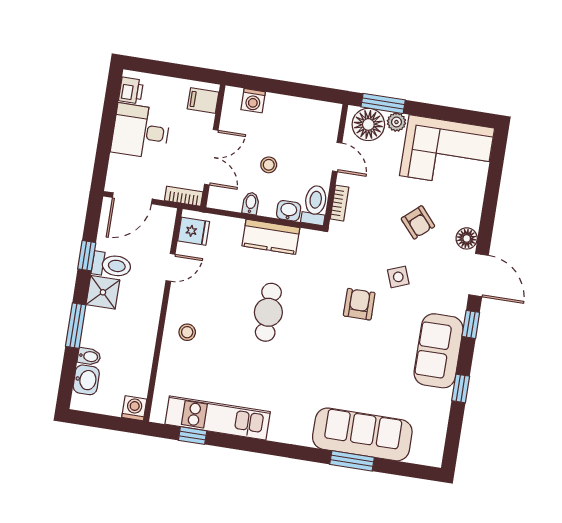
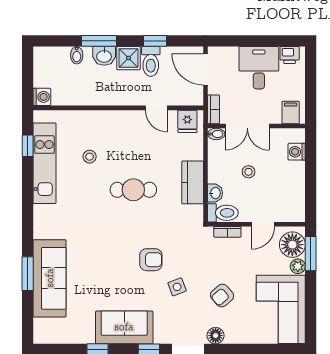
bidet: (251, 203) -> (216, 134), moved
stool: (187, 332) -> (90, 157), moved
washbasin: (86, 380) -> (104, 56), moved

